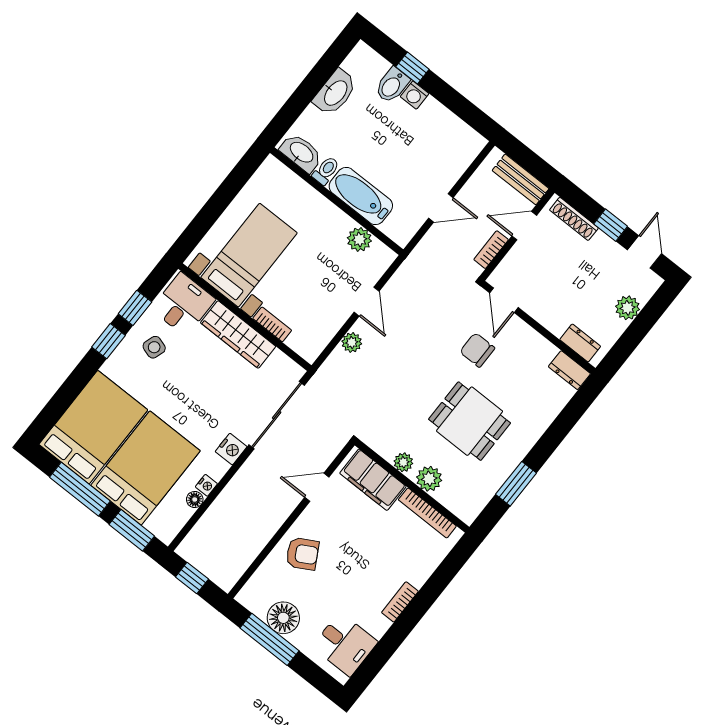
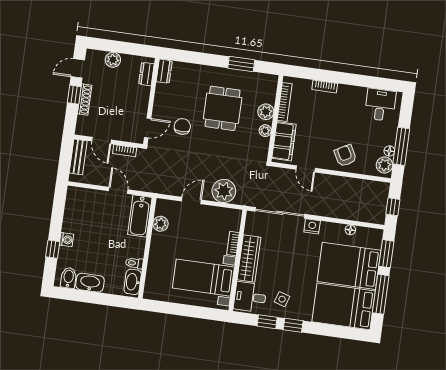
bidet: (392, 85) -> (68, 278), moved, turned -90
bathtub: (361, 196) -> (140, 216), moved
shoe rack: (574, 219) -> (85, 99), moved
plant: (352, 342) -> (224, 191), width x1.87, depth x1.87
chair: (477, 350) -> (182, 127), turned 180
nightstand: (206, 485) -> (339, 228), removed
plant: (257, 601) -> (384, 165), added
bookcase: (400, 602) -> (325, 87), moved
floor lamp: (283, 618) -> (389, 151), width x0.53, depth x0.53

